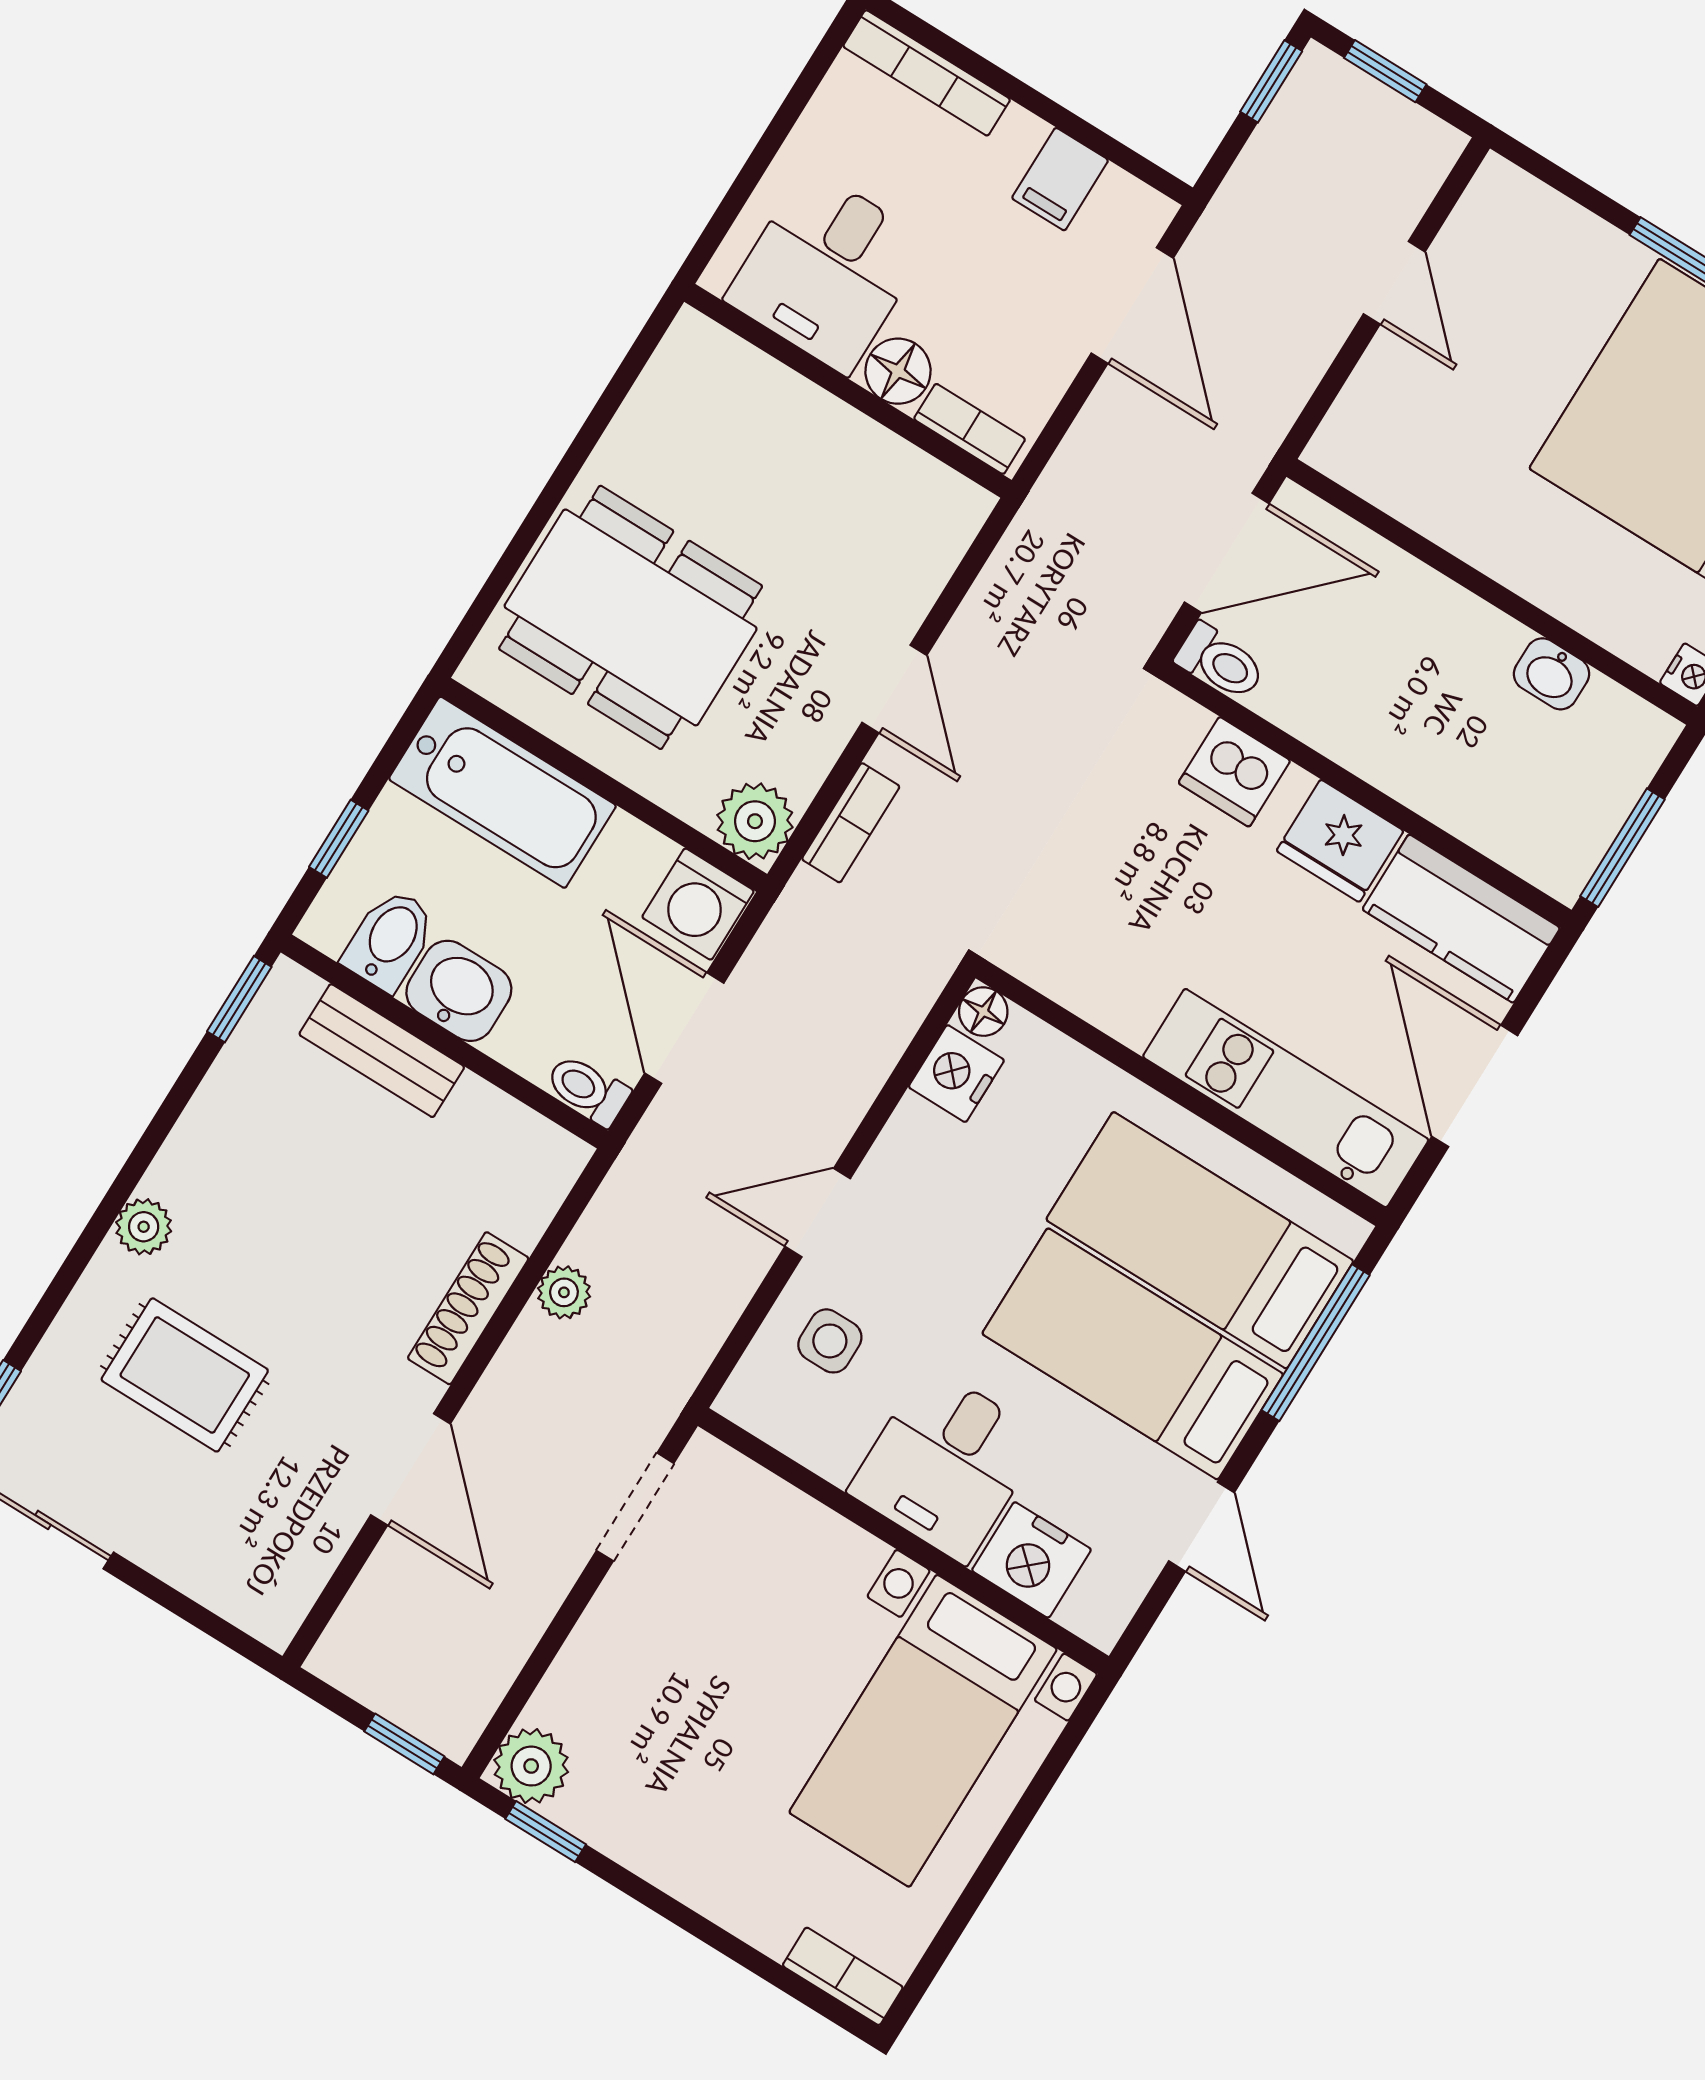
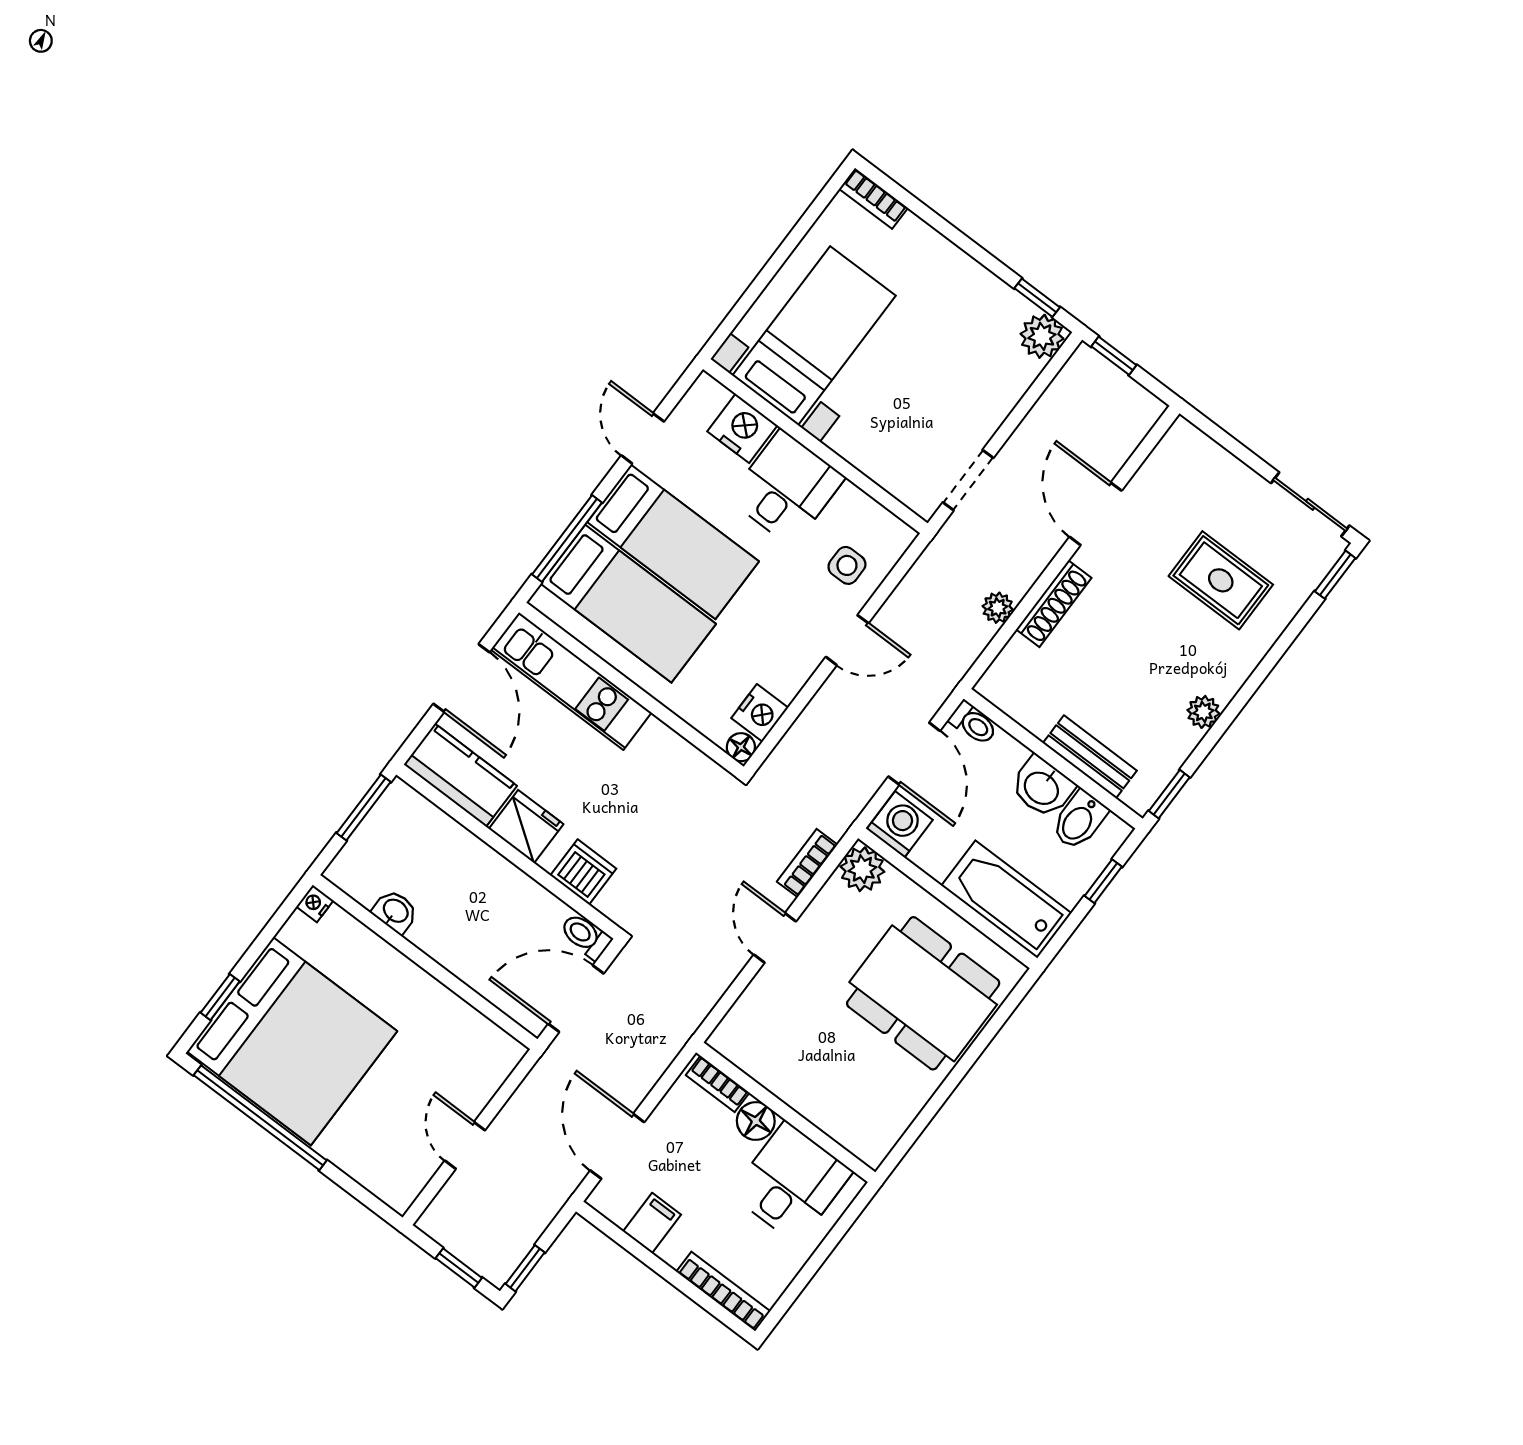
plant: (144, 1227) -> (1203, 712), moved

